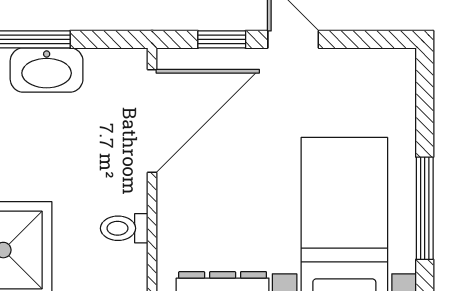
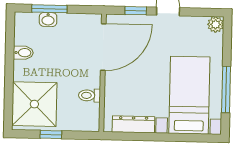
plant: (398, 66) -> (216, 24), added
washbasin: (47, 70) -> (48, 19), width x0.52, depth x0.69

